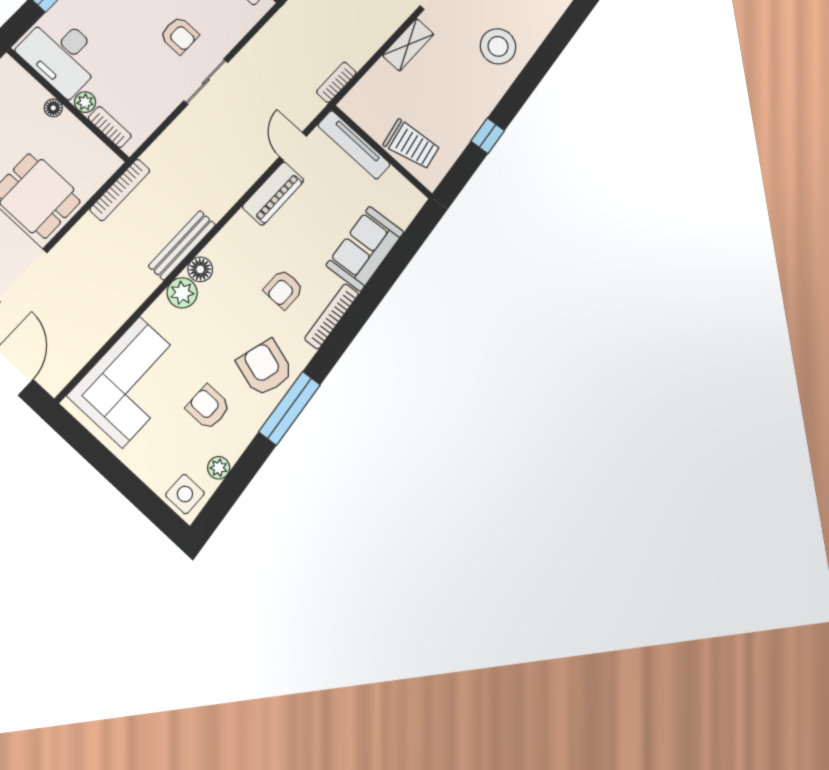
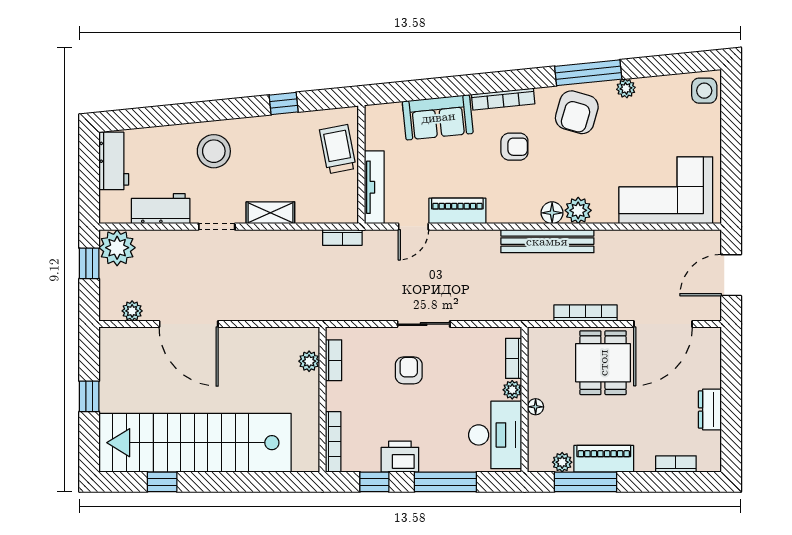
bookcase: (120, 190) -> (586, 313), moved
bench: (182, 245) -> (547, 241), width x1.37, depth x1.21
armchair: (208, 407) -> (636, 126), removed
plant: (219, 468) -> (626, 88), moved

